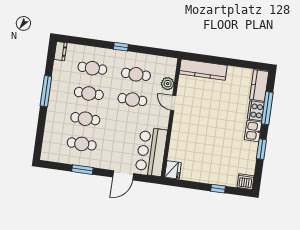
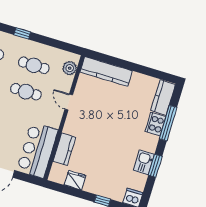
plant: (168, 84) -> (70, 68), moved
kitchen sink: (253, 131) -> (144, 162), moved
kitchen counter: (176, 147) -> (64, 149), added
fridge: (173, 170) -> (75, 180), moved, turned -90

